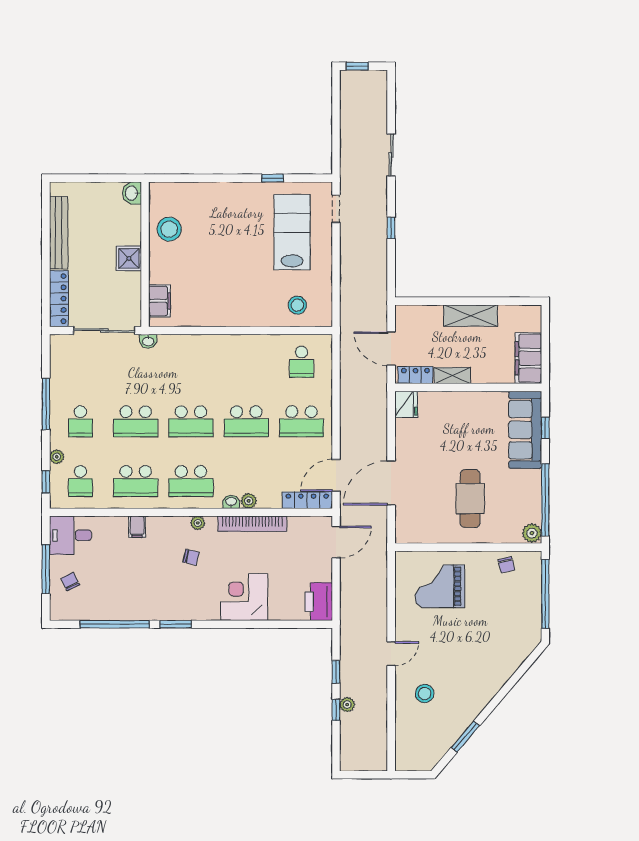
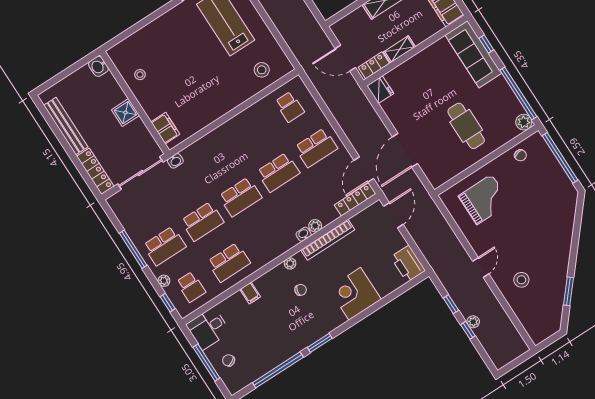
stool: (169, 229) -> (140, 75), width x0.53, depth x0.53
school desk: (80, 421) -> (164, 246), width x1.85
school desk: (191, 481) -> (267, 238), removed
grand piano: (440, 586) -> (484, 200), turned 180

